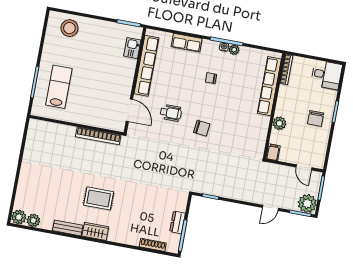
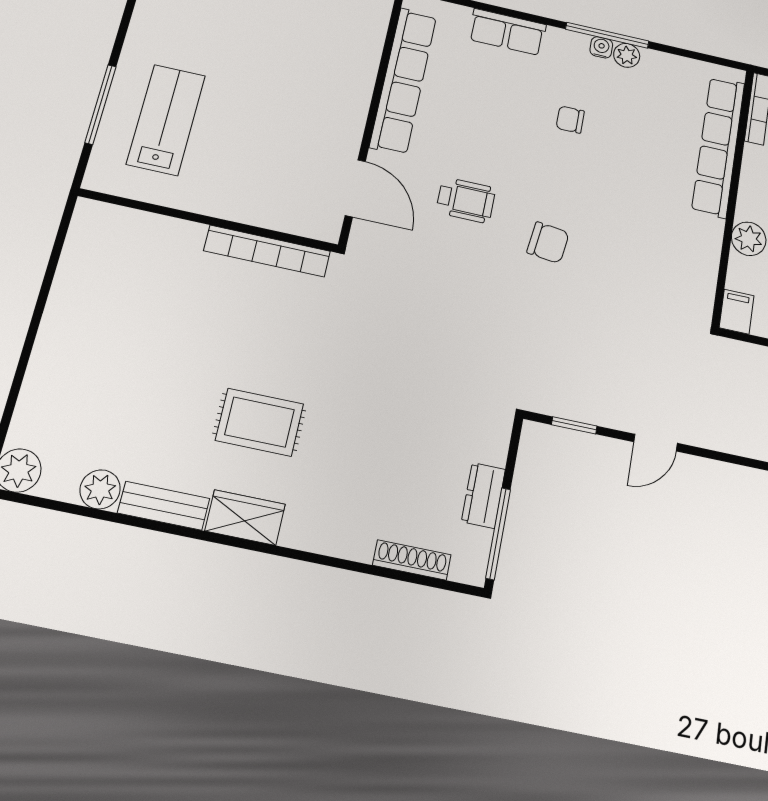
kitchen sink: (132, 48) -> (368, 36), removed
door: (270, 208) -> (656, 443), moved
plant: (33, 220) -> (100, 489), moved

